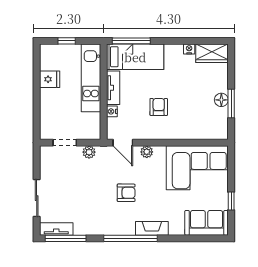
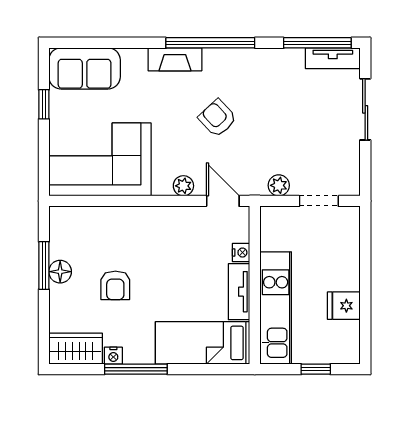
window: (131, 41) -> (136, 369), moved
armchair: (159, 107) -> (115, 285), moved
armchair: (126, 193) -> (217, 118), turned 47

